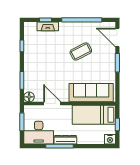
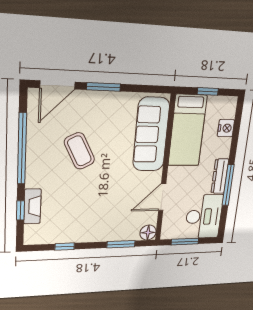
nightstand: (110, 139) -> (226, 128), moved

